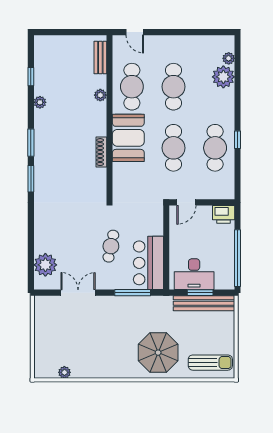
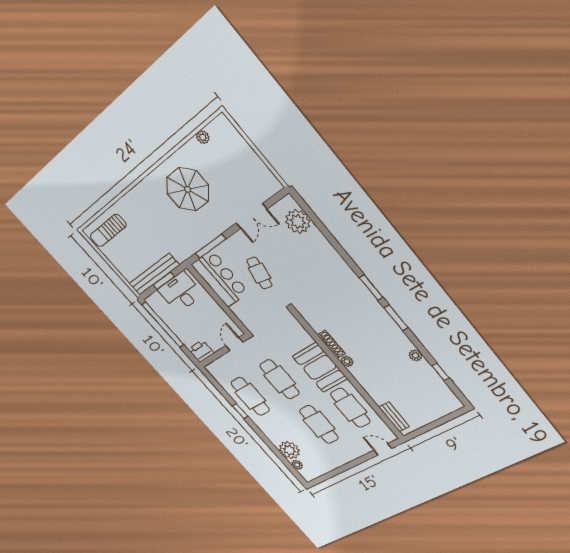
plant: (100, 95) -> (347, 361), moved
parasol: (158, 353) -> (188, 189), moved

